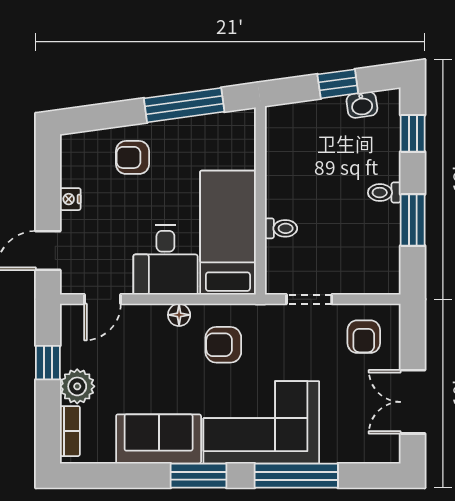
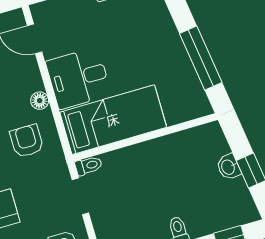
washbasin: (362, 105) -> (228, 167), moved
armchair: (132, 157) -> (149, 30), removed
toilet: (281, 228) -> (89, 166), moved, turned -90

